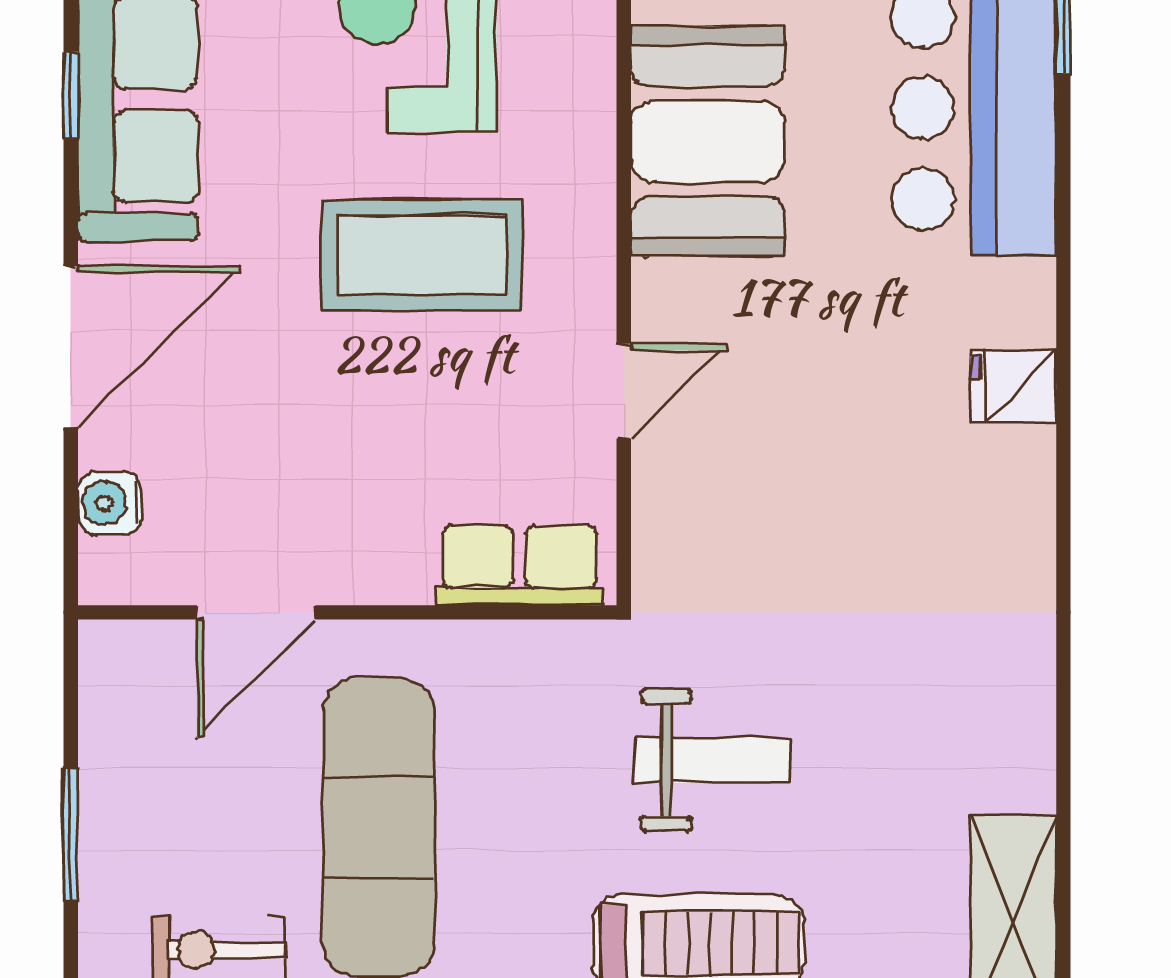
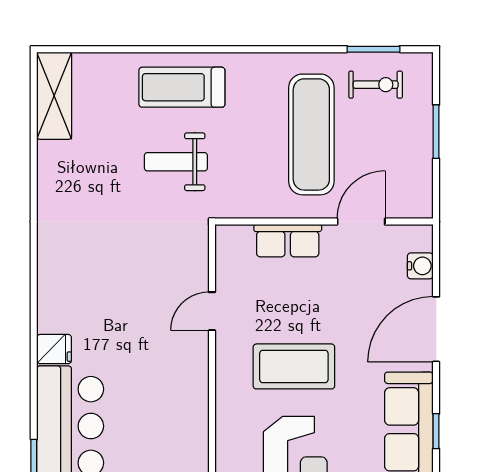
booth: (708, 141) -> (178, 413), removed
fridge: (1013, 386) -> (54, 349), moved
row of seats: (519, 565) -> (288, 241), moved

